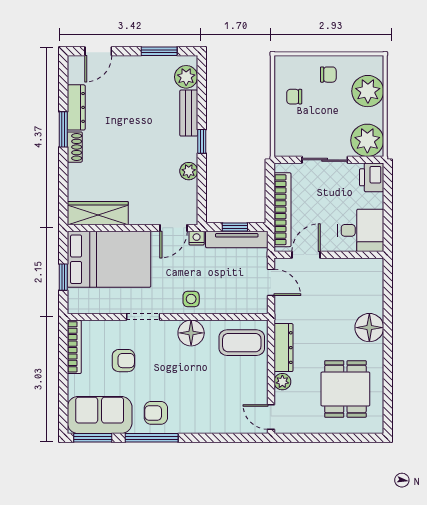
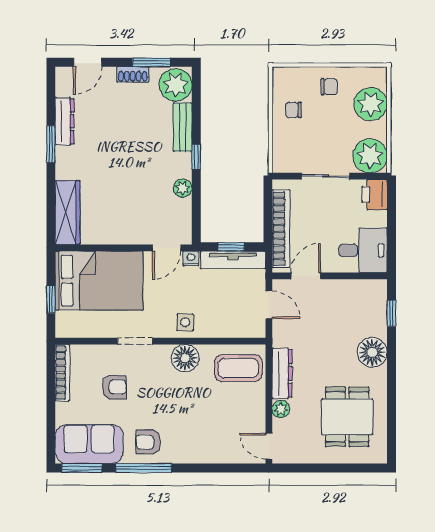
plant: (186, 77) -> (176, 85), width x1.36, depth x1.36
shoe rack: (75, 147) -> (133, 74), moved, turned 90
wardrobe: (98, 213) -> (68, 212), moved, turned 90
window: (388, 290) -> (392, 313), added

